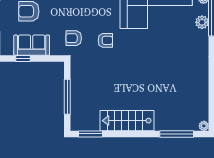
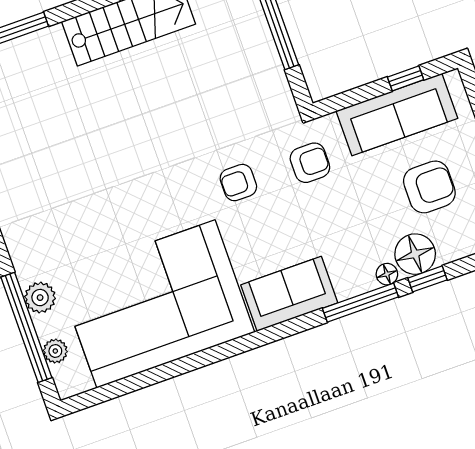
sofa: (32, 45) -> (397, 115), width x1.36

